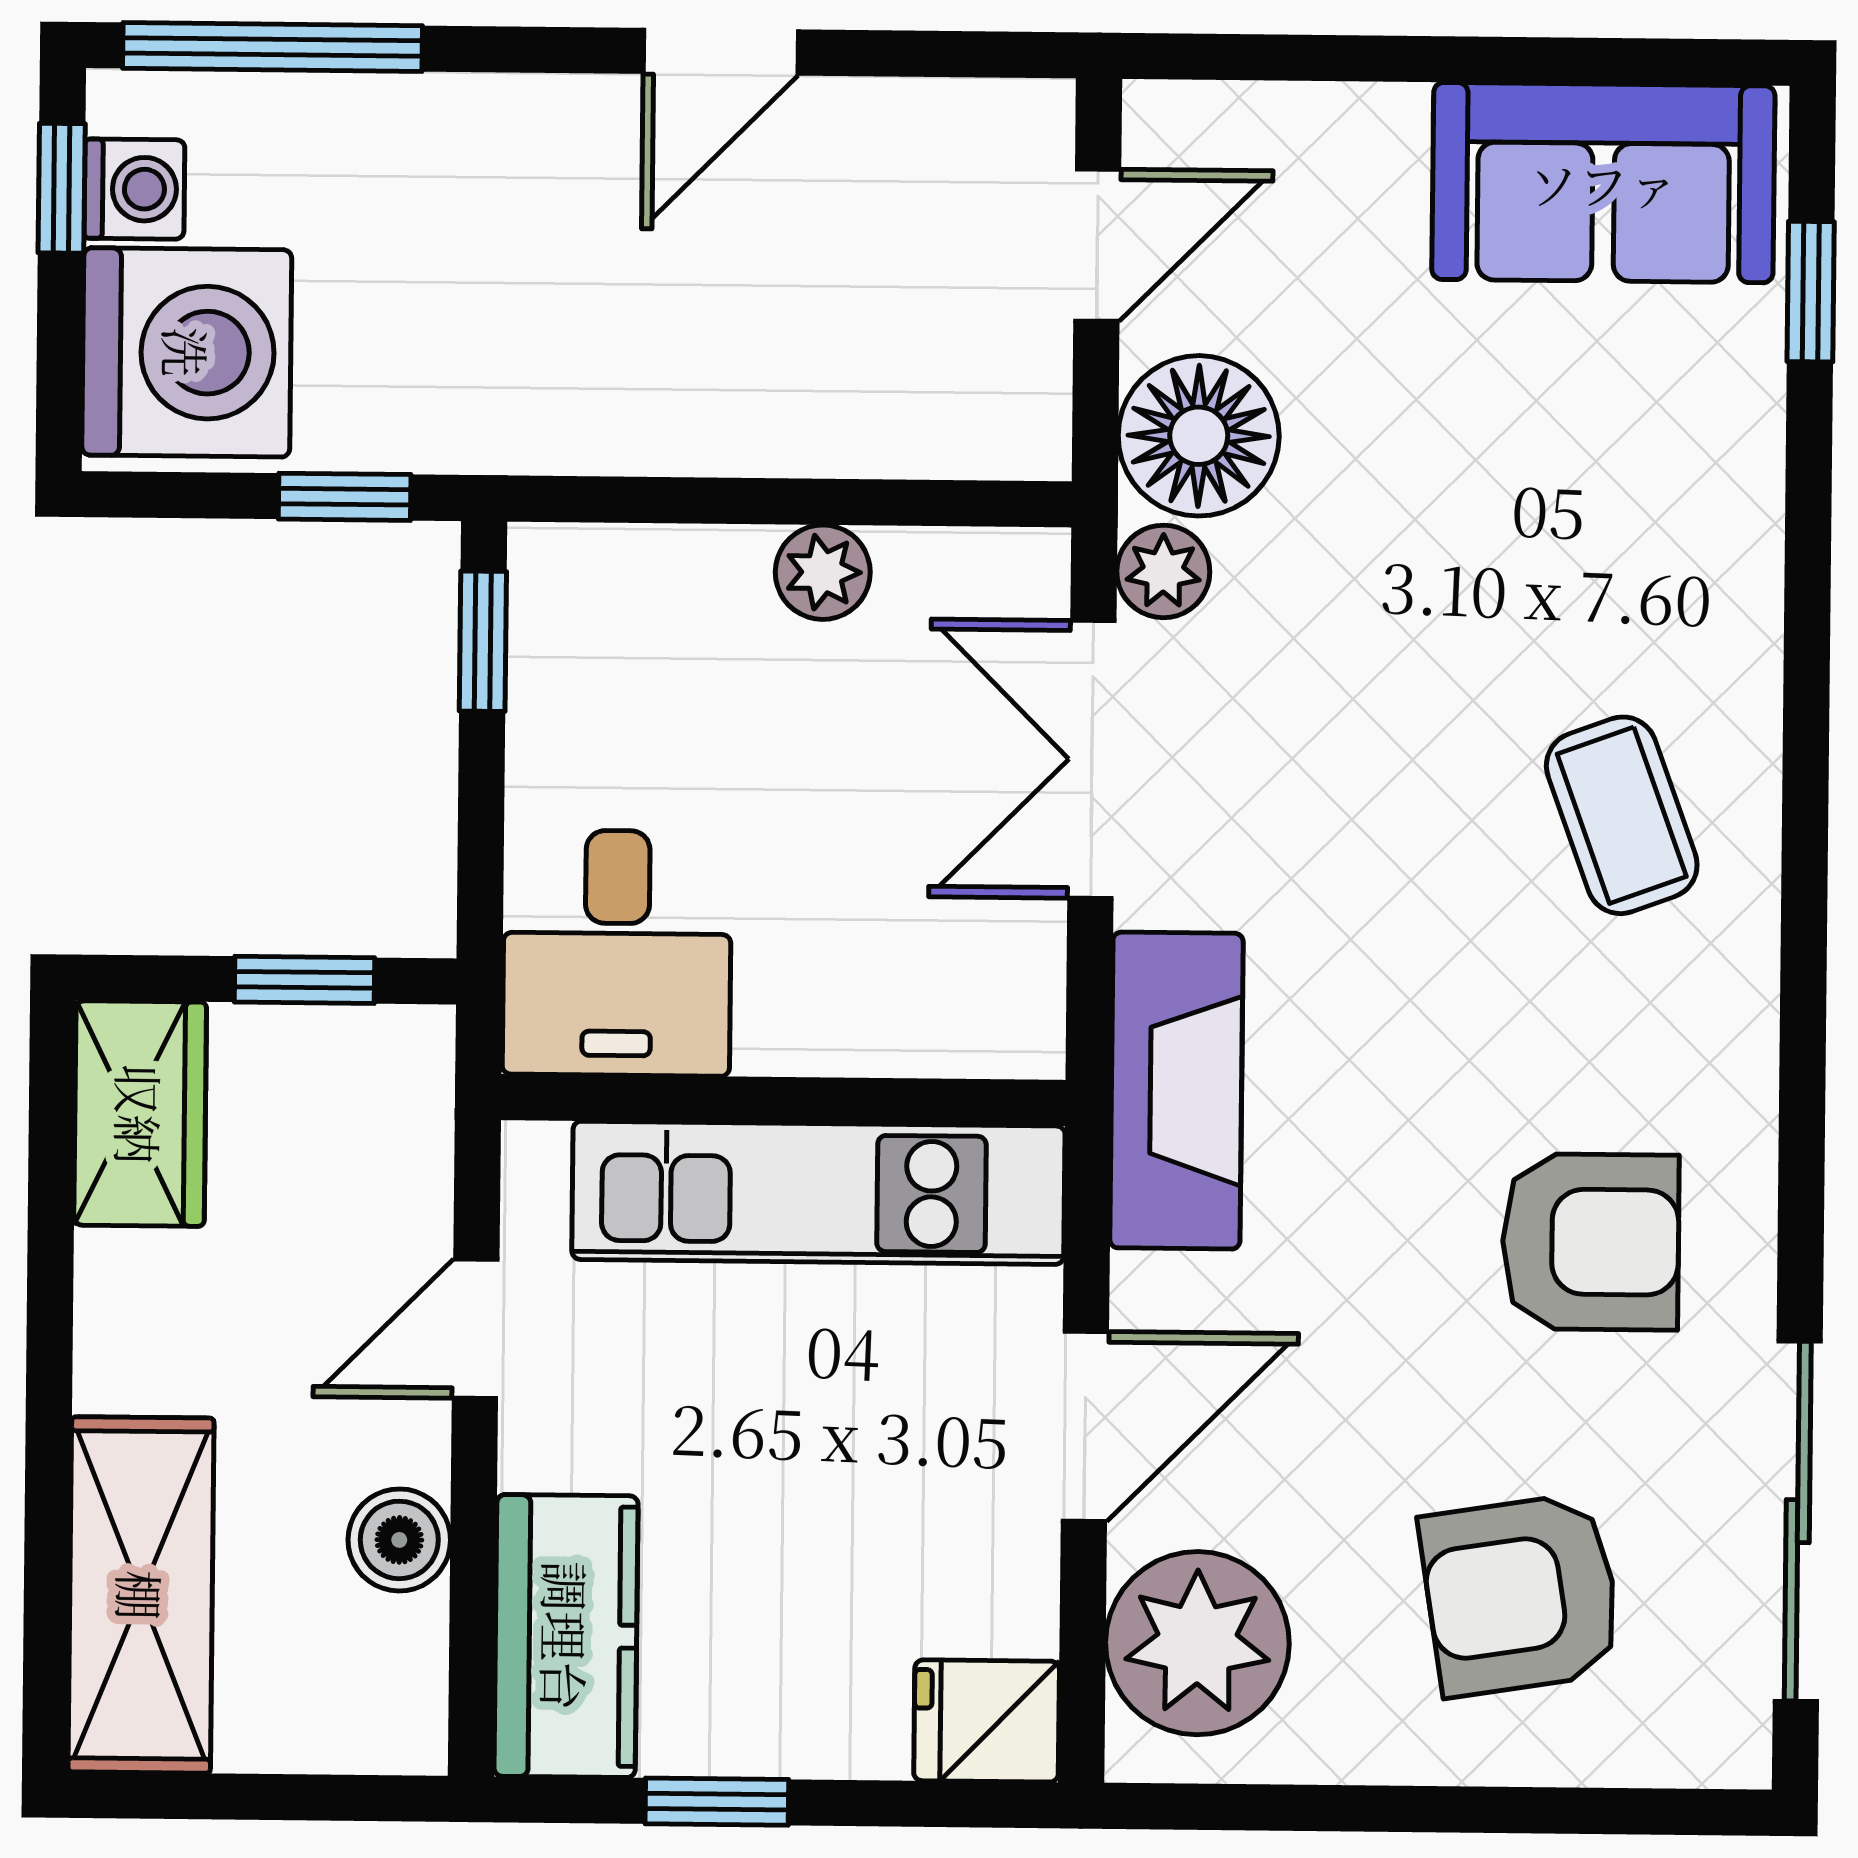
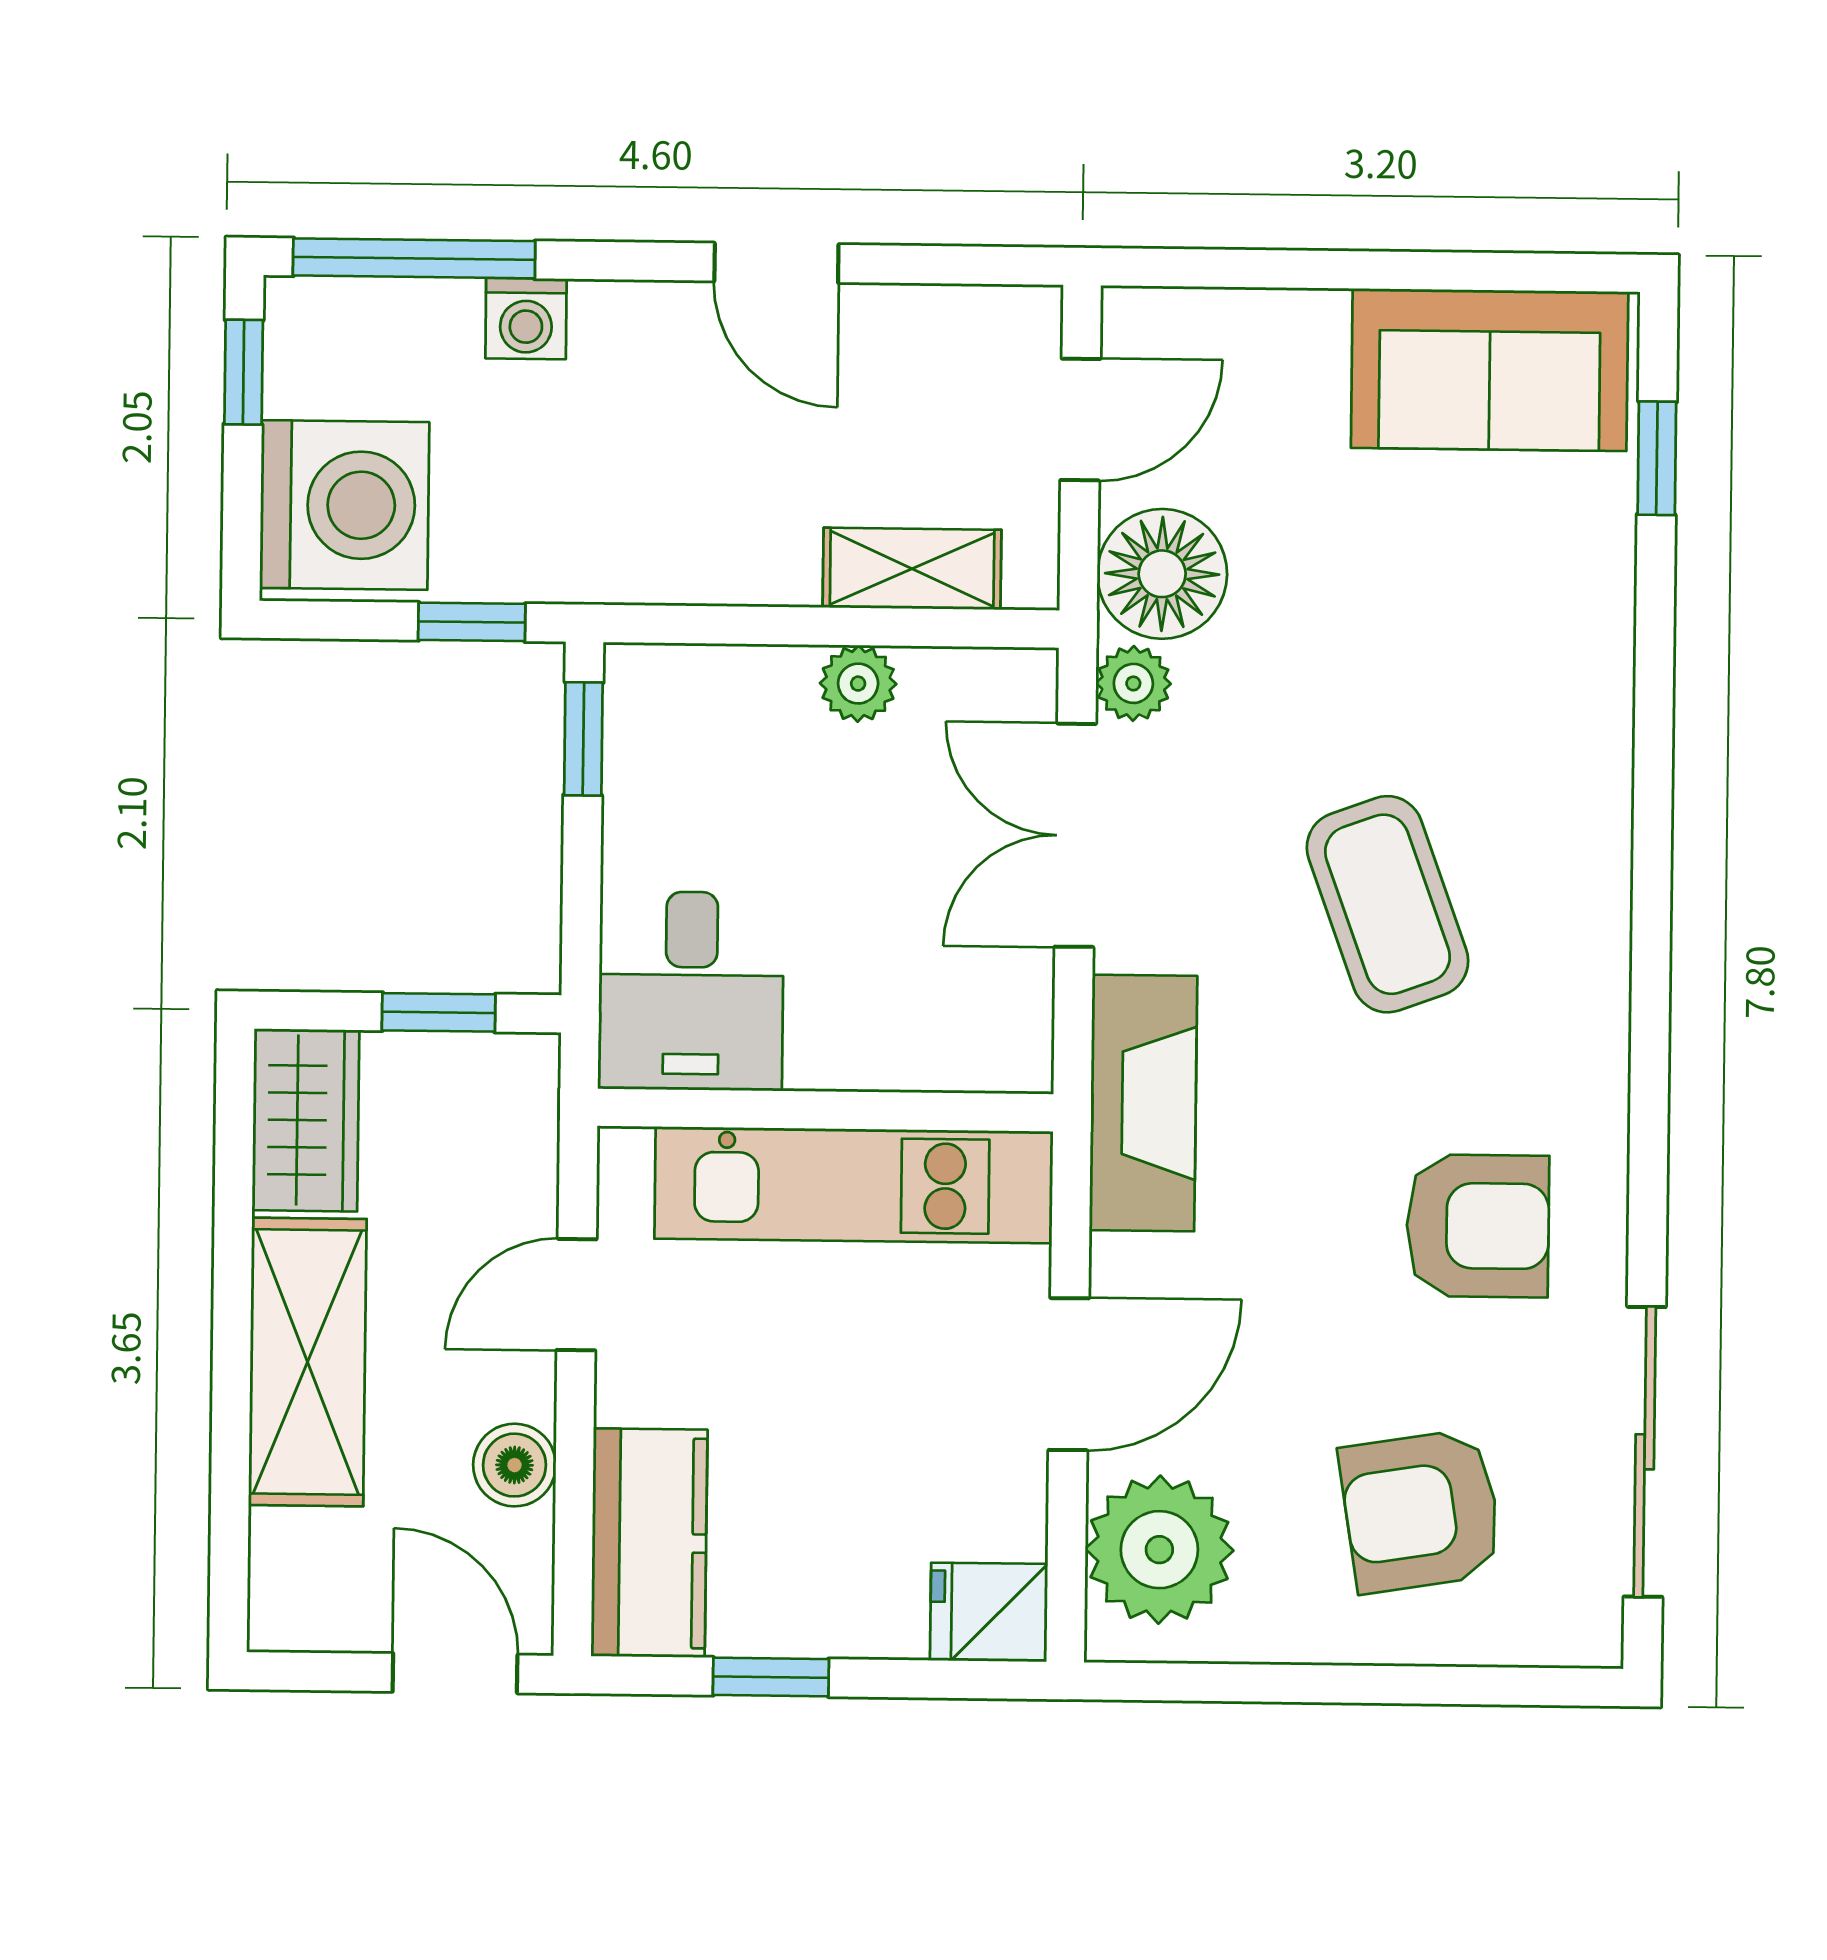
door: (721, 52) -> (776, 263), hinge flipped
washing machine: (134, 189) -> (526, 319), moved, turned 90
shelving: (889, 430) -> (912, 569), added
coffee table: (1622, 815) -> (1388, 904), moved, width x1.36, depth x1.30
shelving: (141, 1595) -> (308, 1362), moved
door: (326, 1798) -> (455, 1673), added

